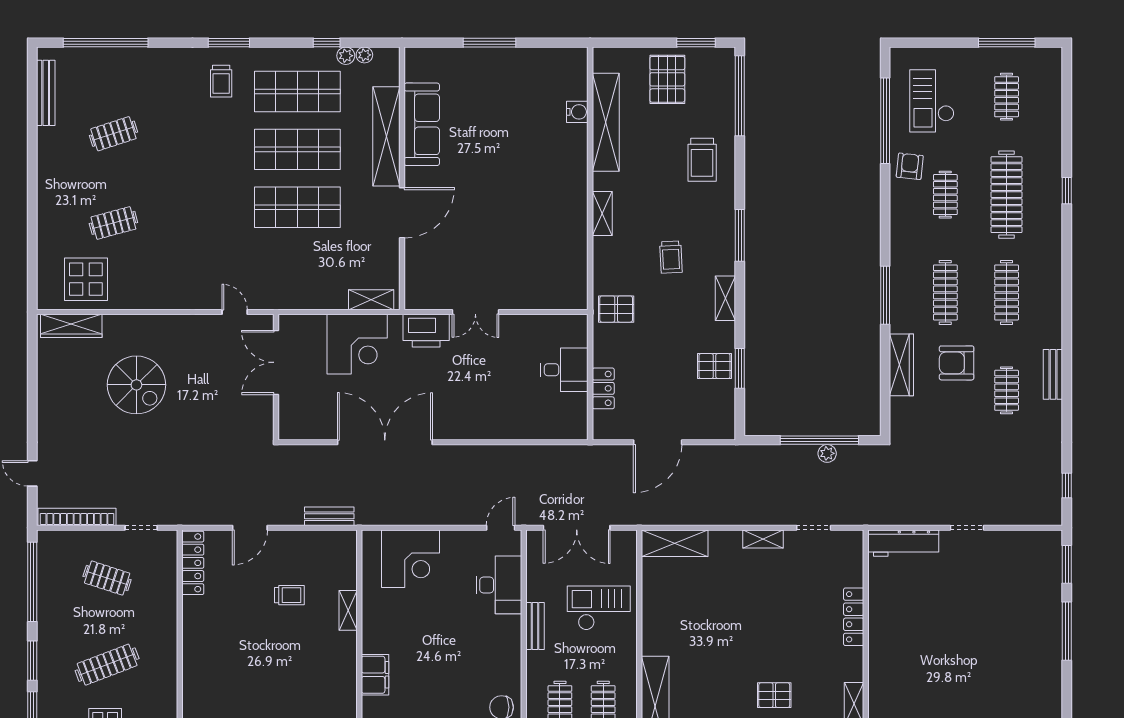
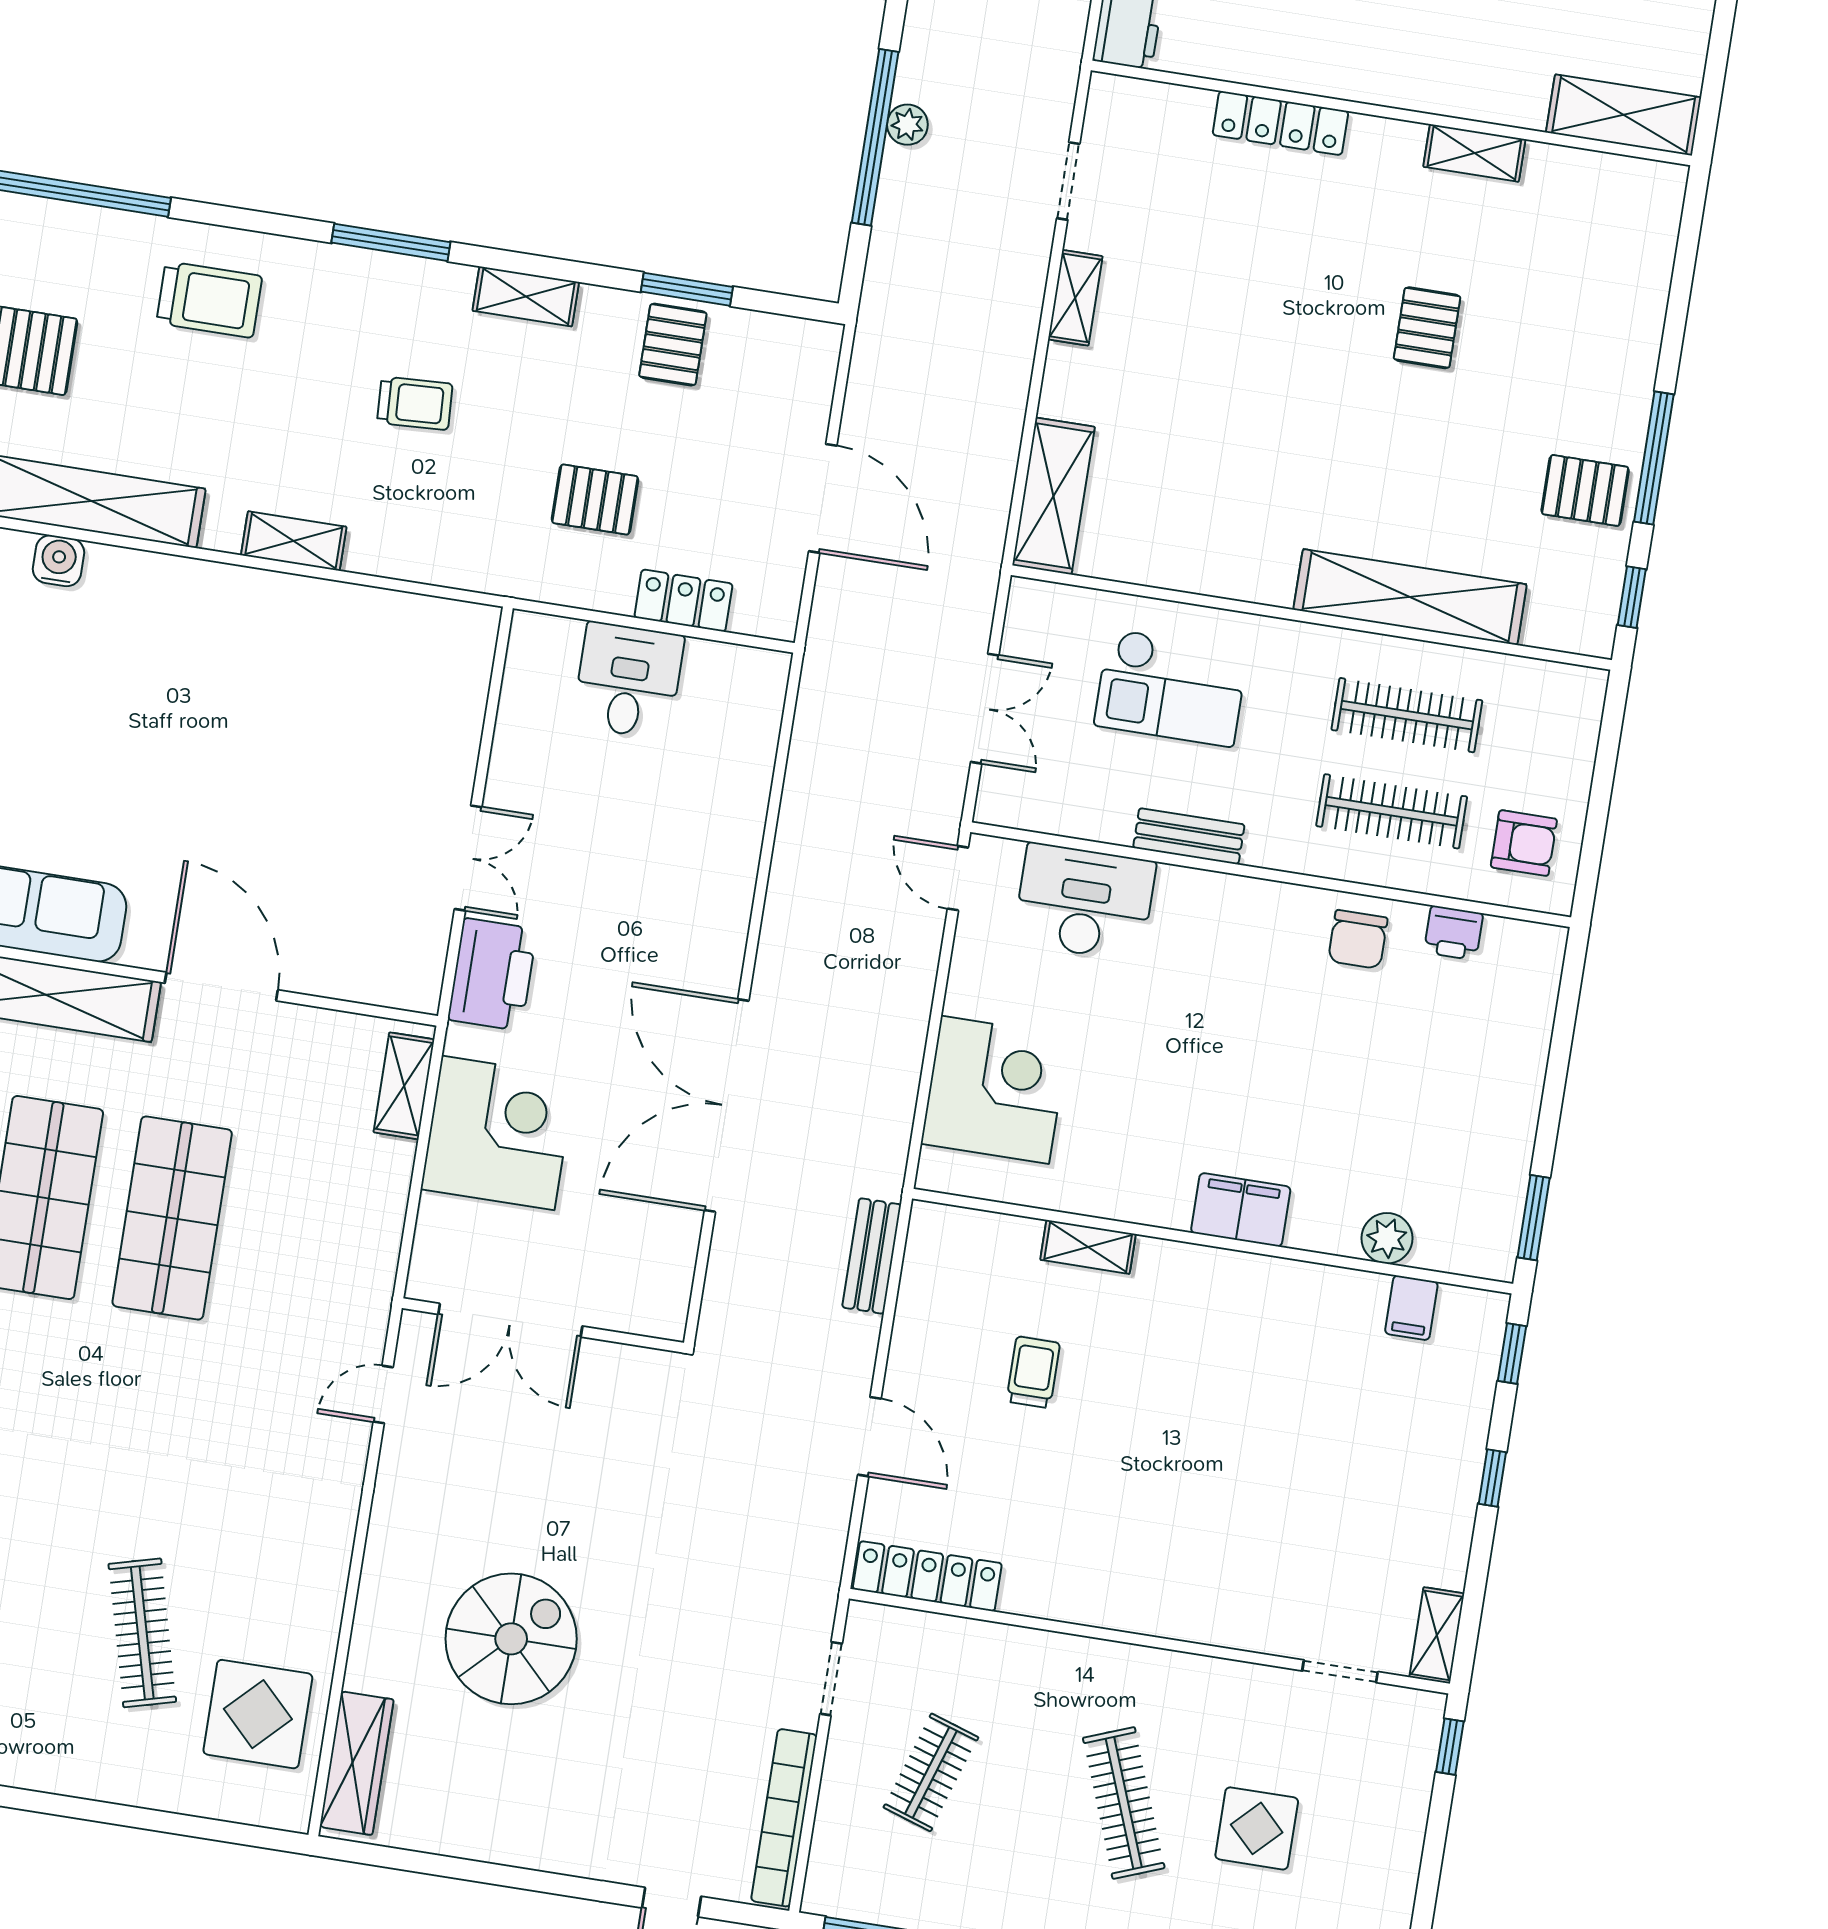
clothes rail: (113, 223) -> (142, 1633), width x1.36
pallet: (616, 309) -> (595, 500), moved, turned 90
double door: (577, 528) -> (985, 709), width x0.73
checkout: (599, 608) -> (1171, 688), turned -90

